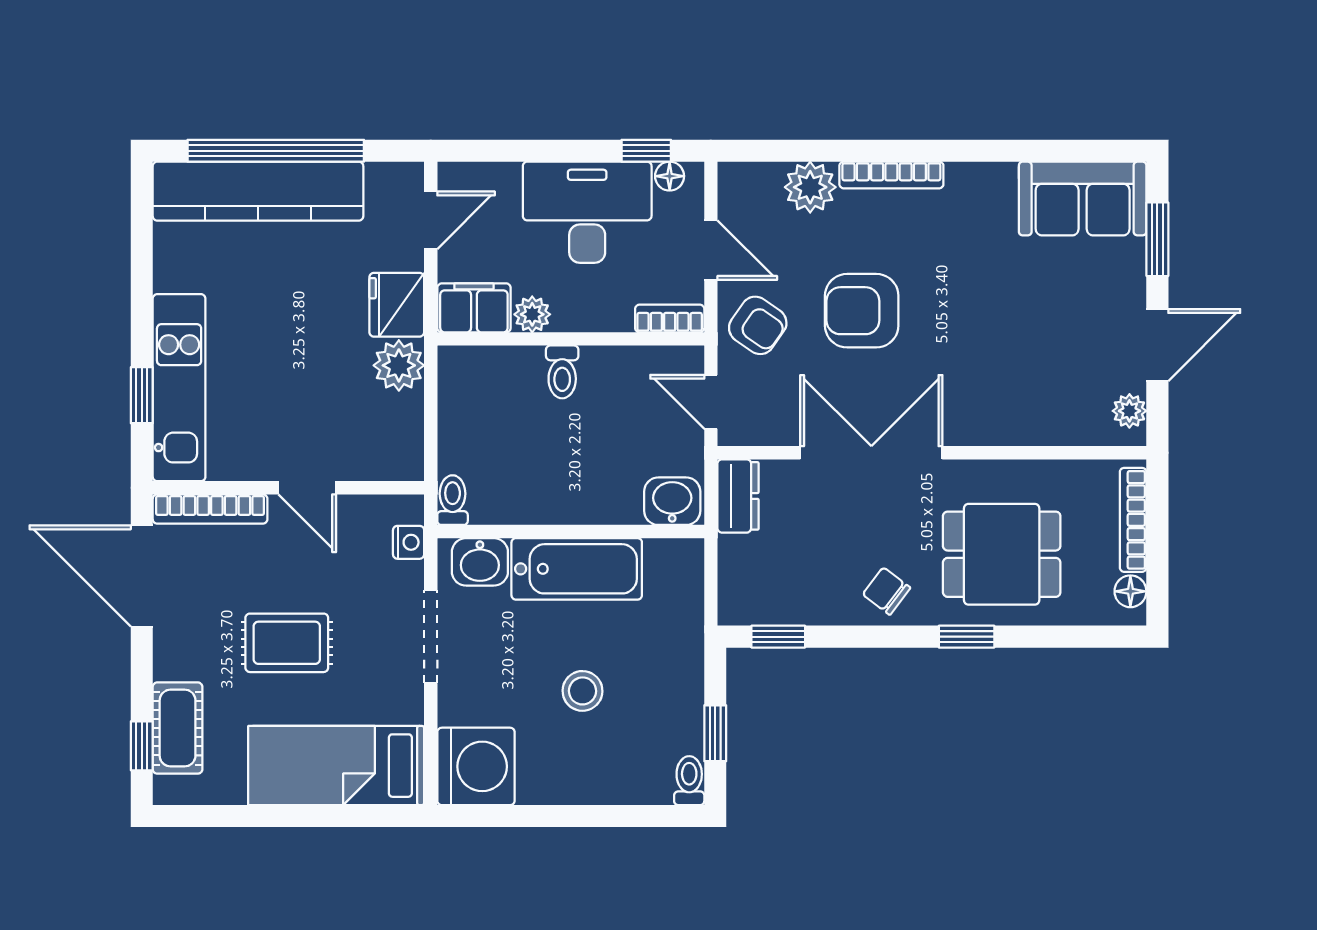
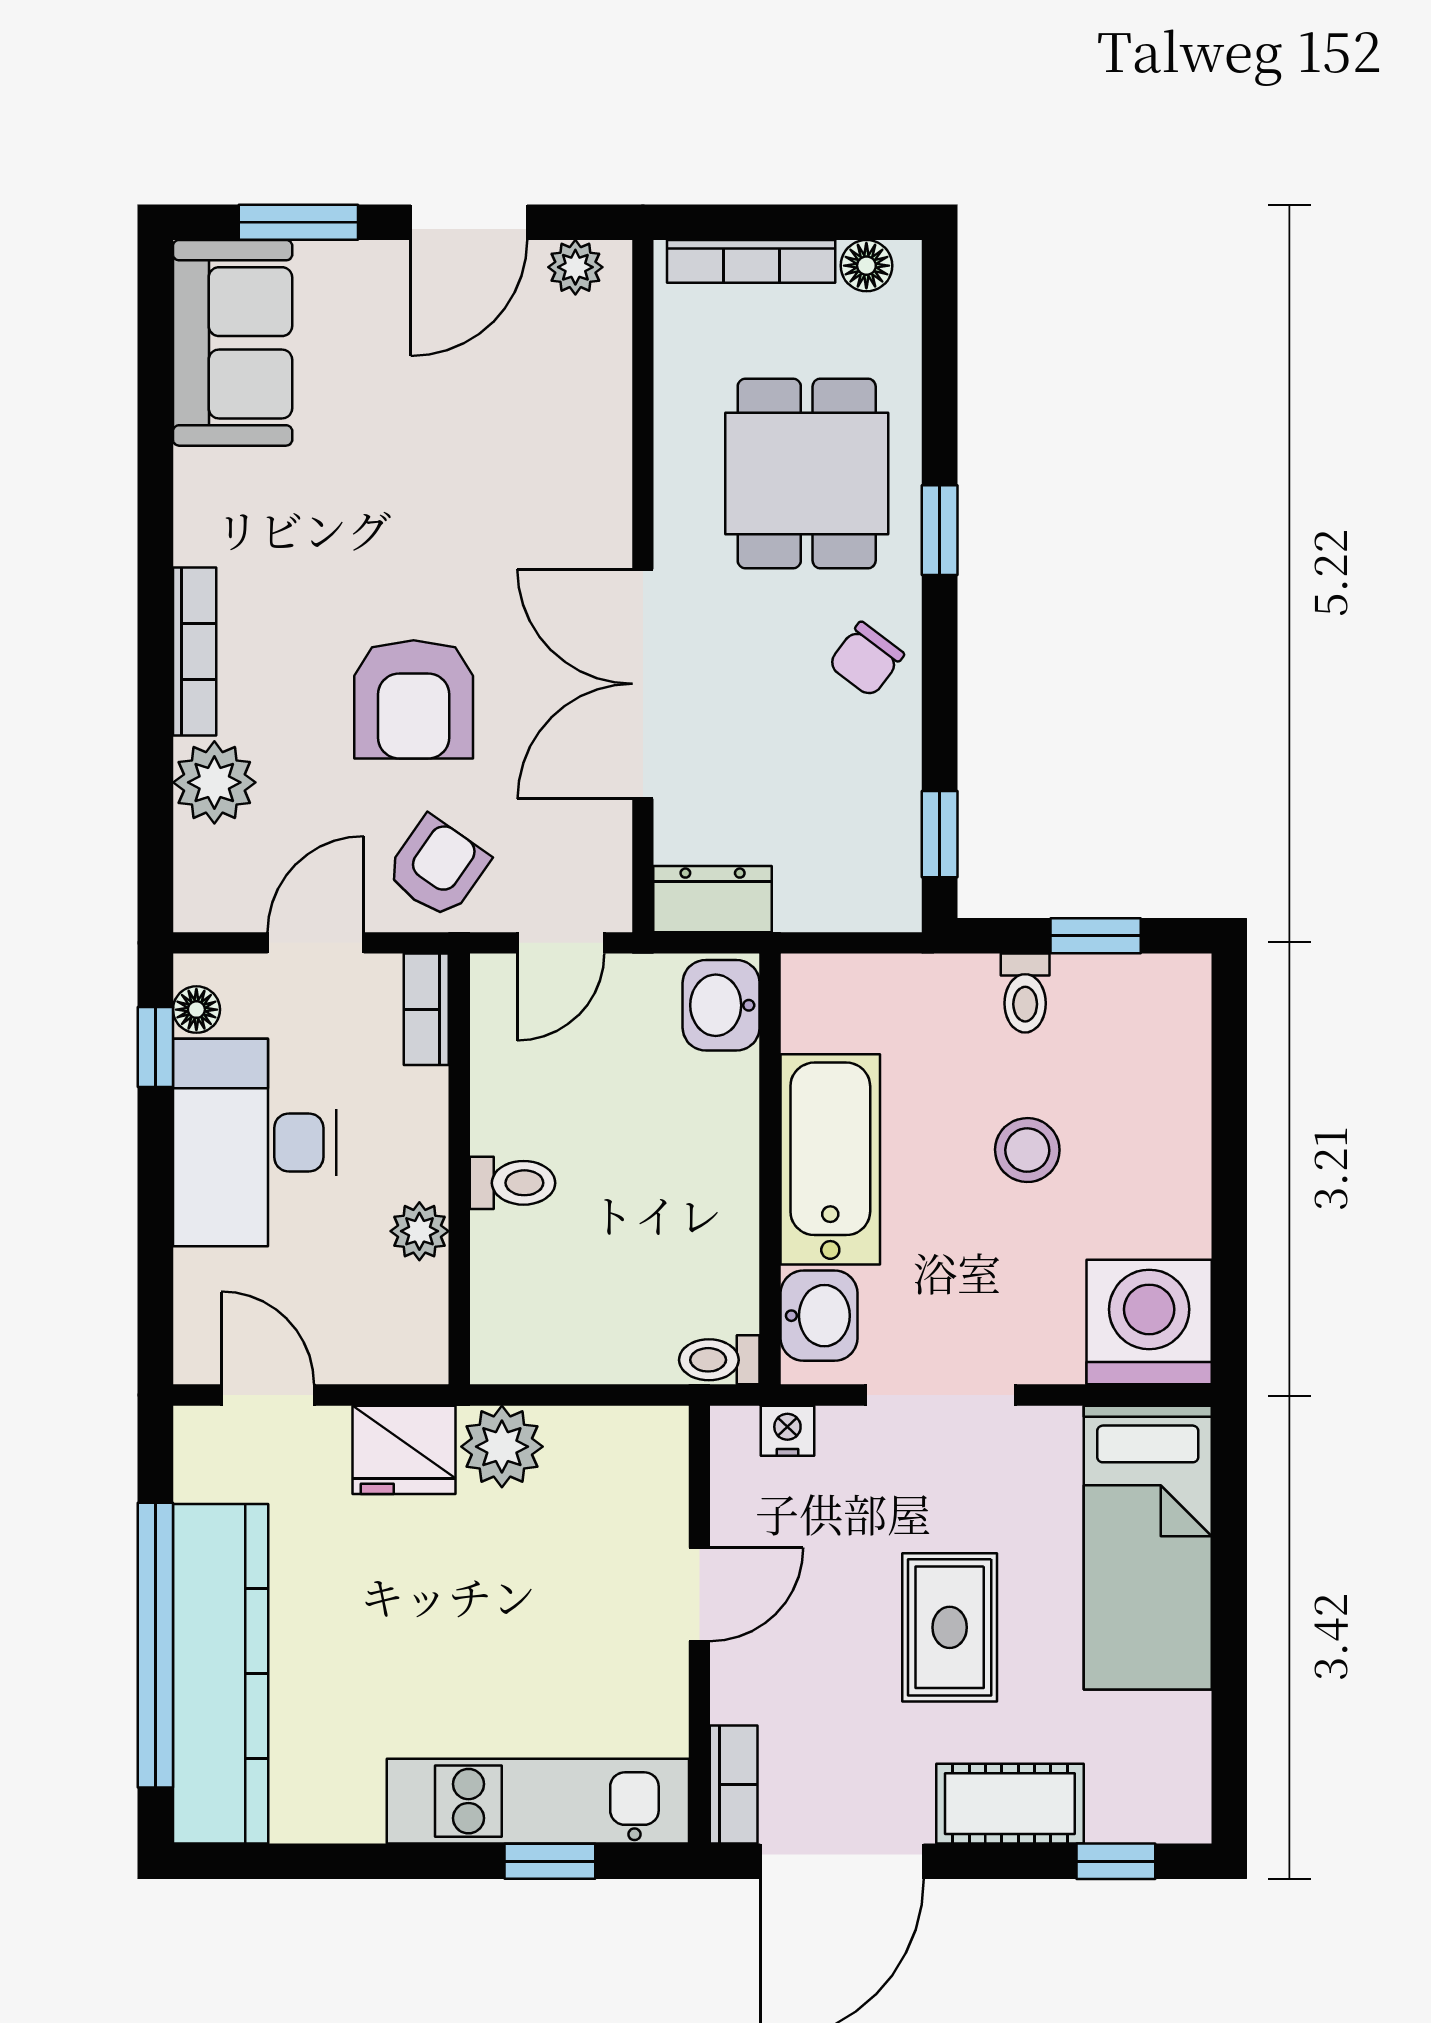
filing cabinet: (474, 308) -> (409, 1325), removed
door: (1157, 345) -> (469, 222), swing flipped
bookcase: (210, 509) -> (734, 1784), width x0.64
cot: (178, 728) -> (1010, 1804), moved
toilet: (689, 781) -> (1025, 993), moved, turned -90

